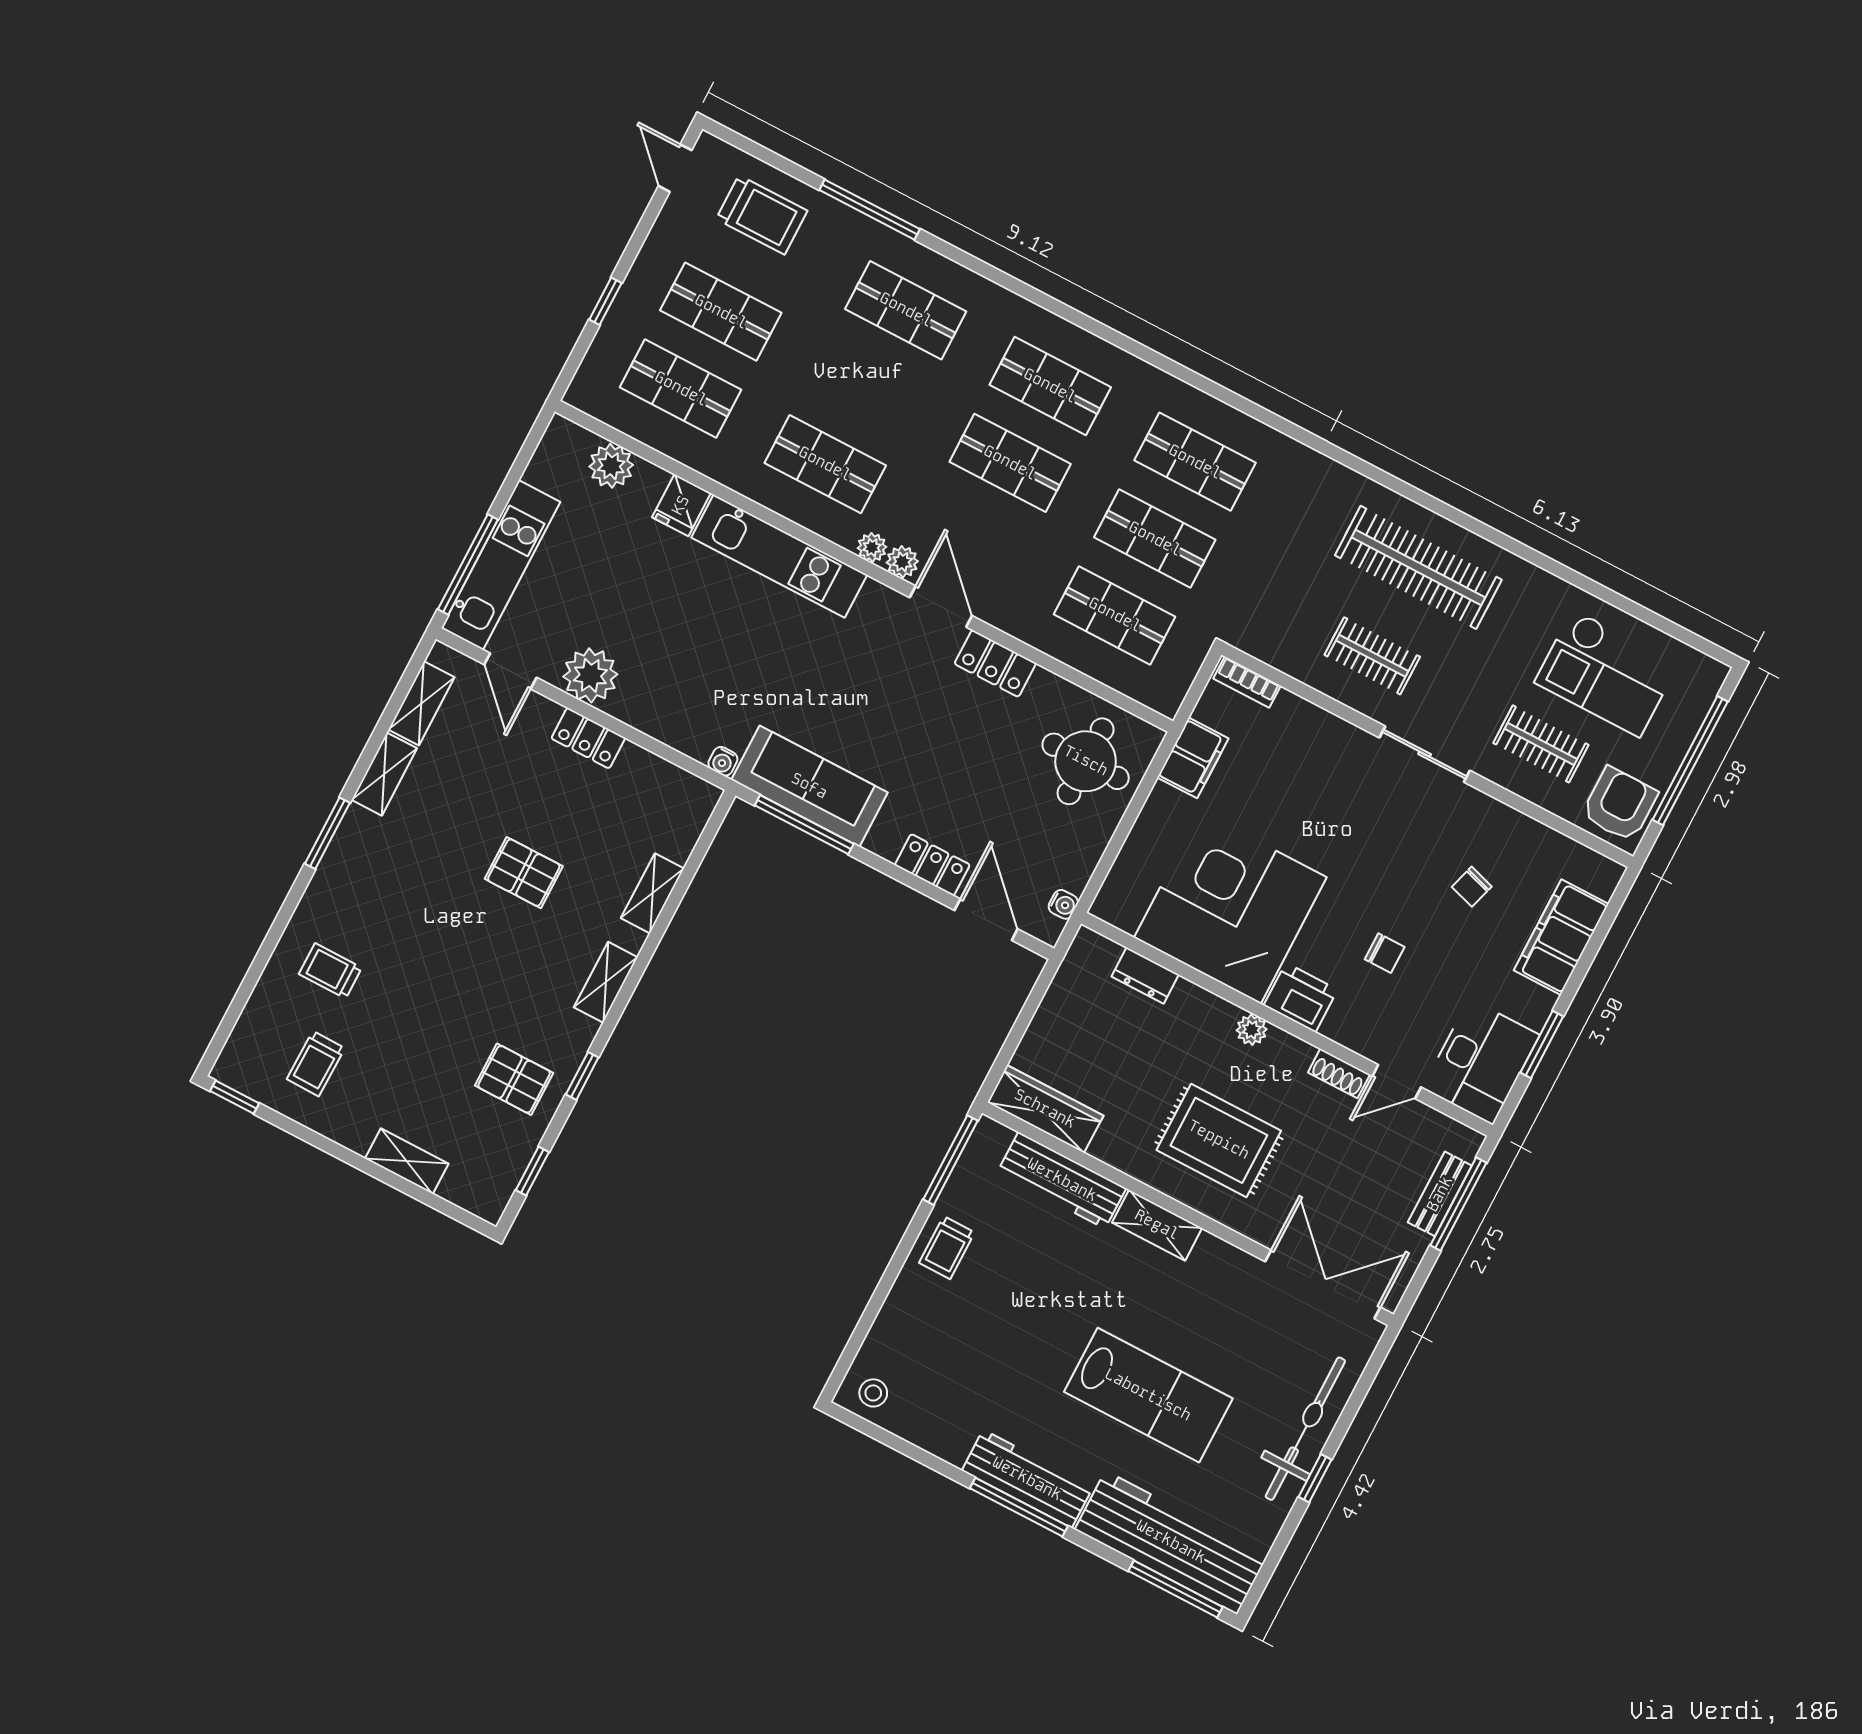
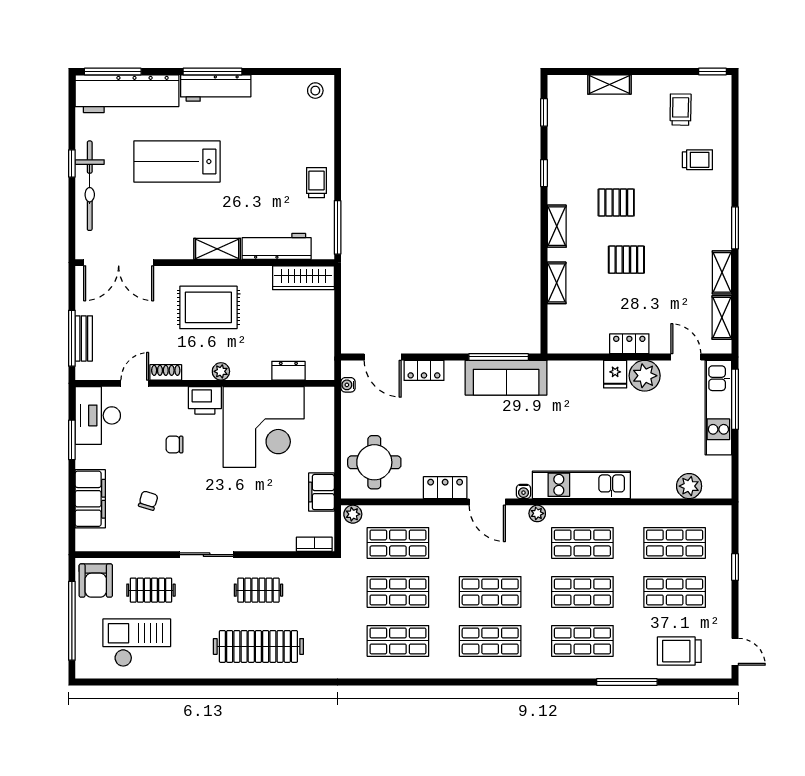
shop shelf: (865, 387) -> (582, 592), added
fridge: (681, 505) -> (615, 374), moved, turned 180
plant: (902, 562) -> (353, 514), moved
water cooler: (723, 761) -> (523, 491), moved, turned 180
pallet: (514, 1079) -> (616, 202), moved

